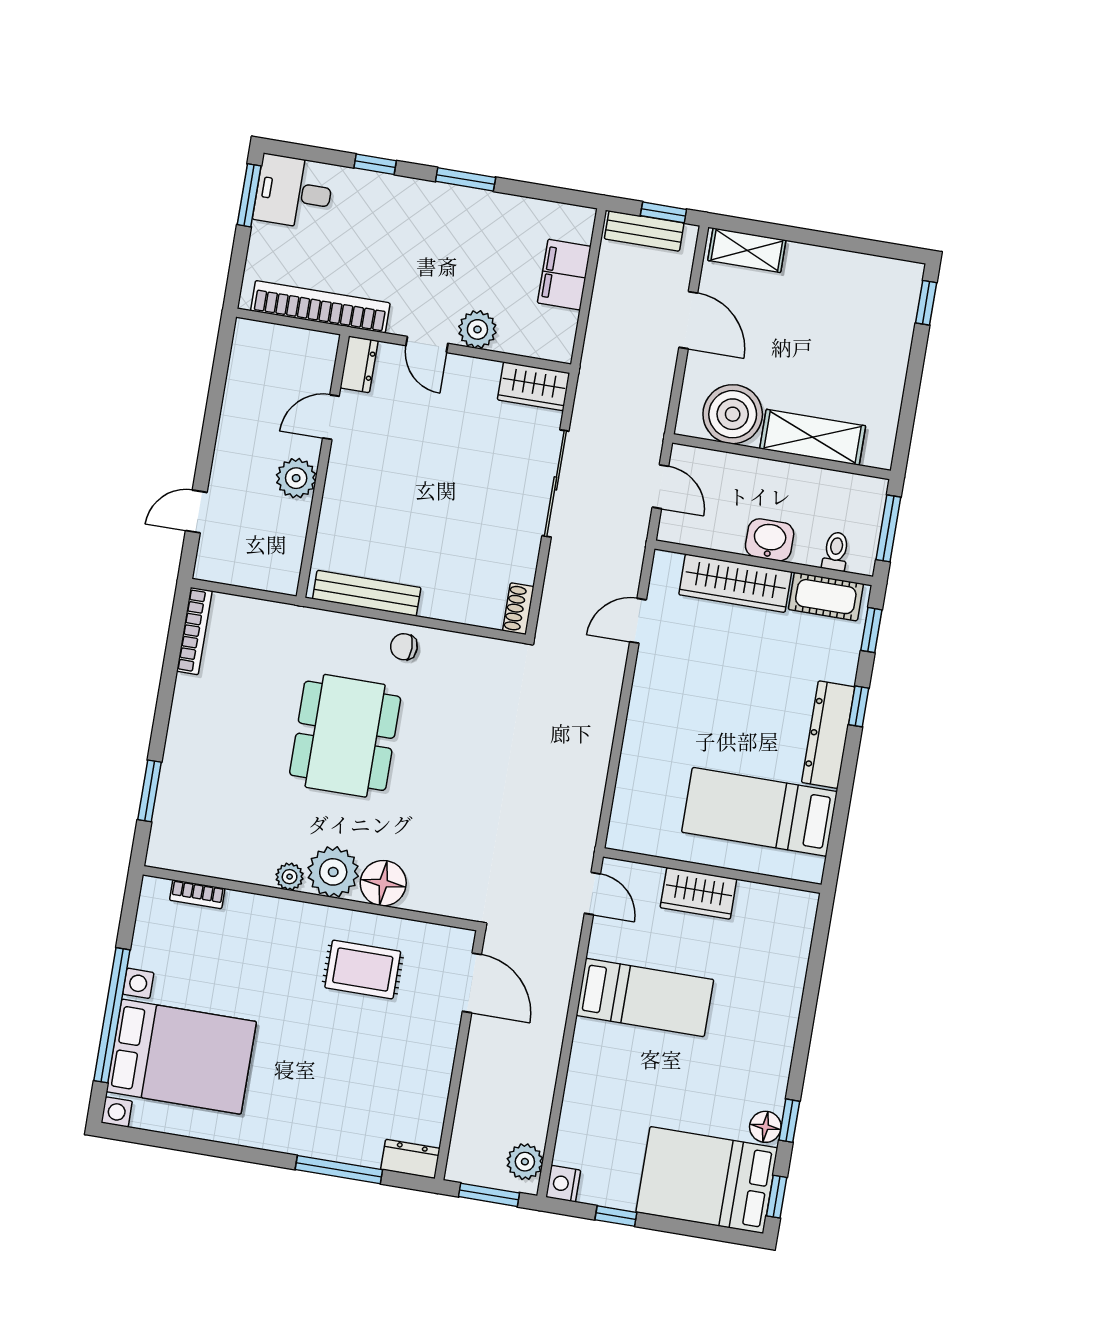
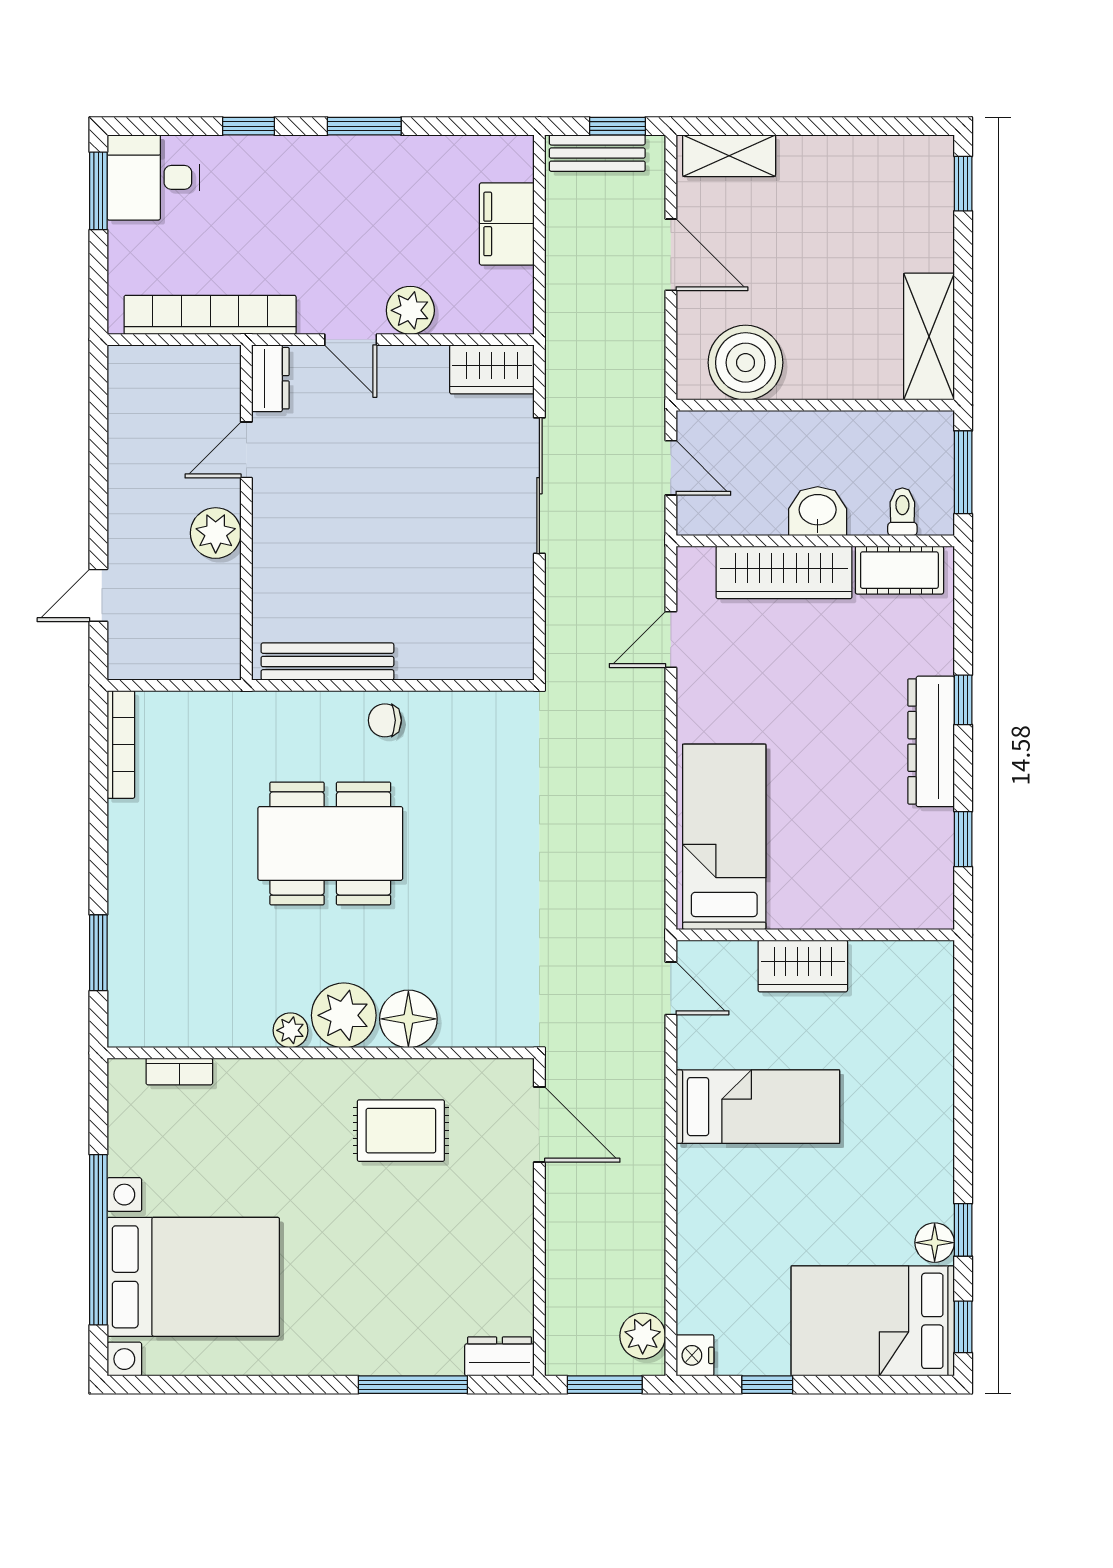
shelving: (813, 437) -> (929, 336), moved, turned 90
shoe rack: (518, 609) -> (519, 649), removed
window: (871, 630) -> (963, 839), moved
dining table: (345, 736) -> (330, 843), turned 90
bed: (759, 812) -> (724, 837), moved, turned 90

